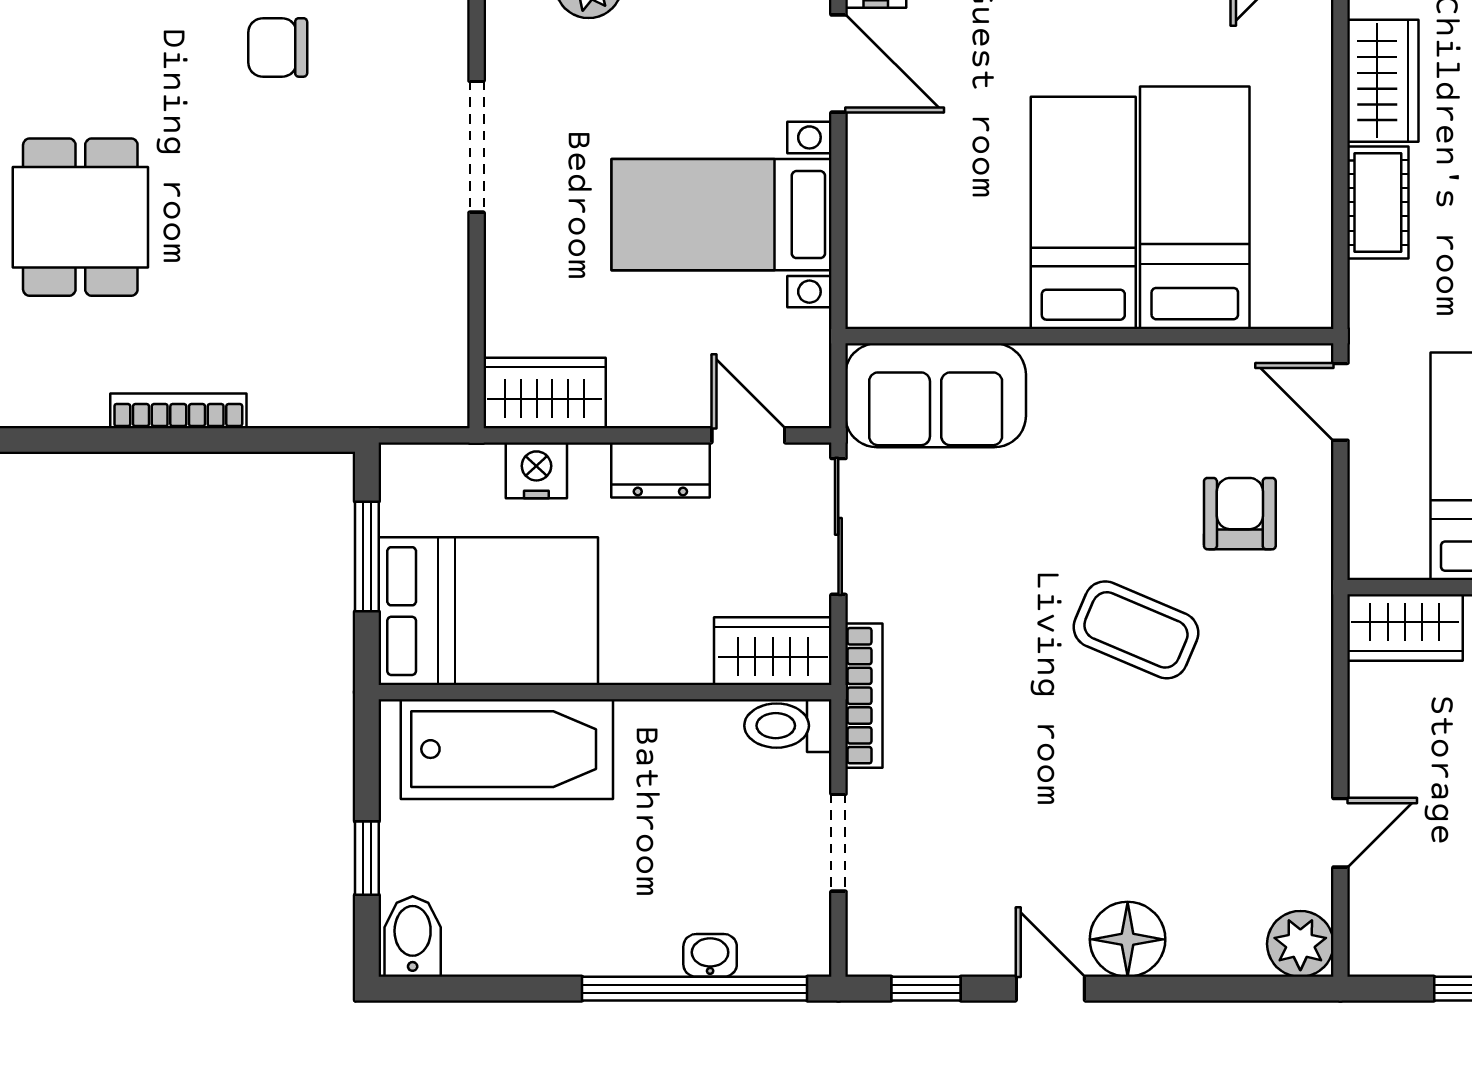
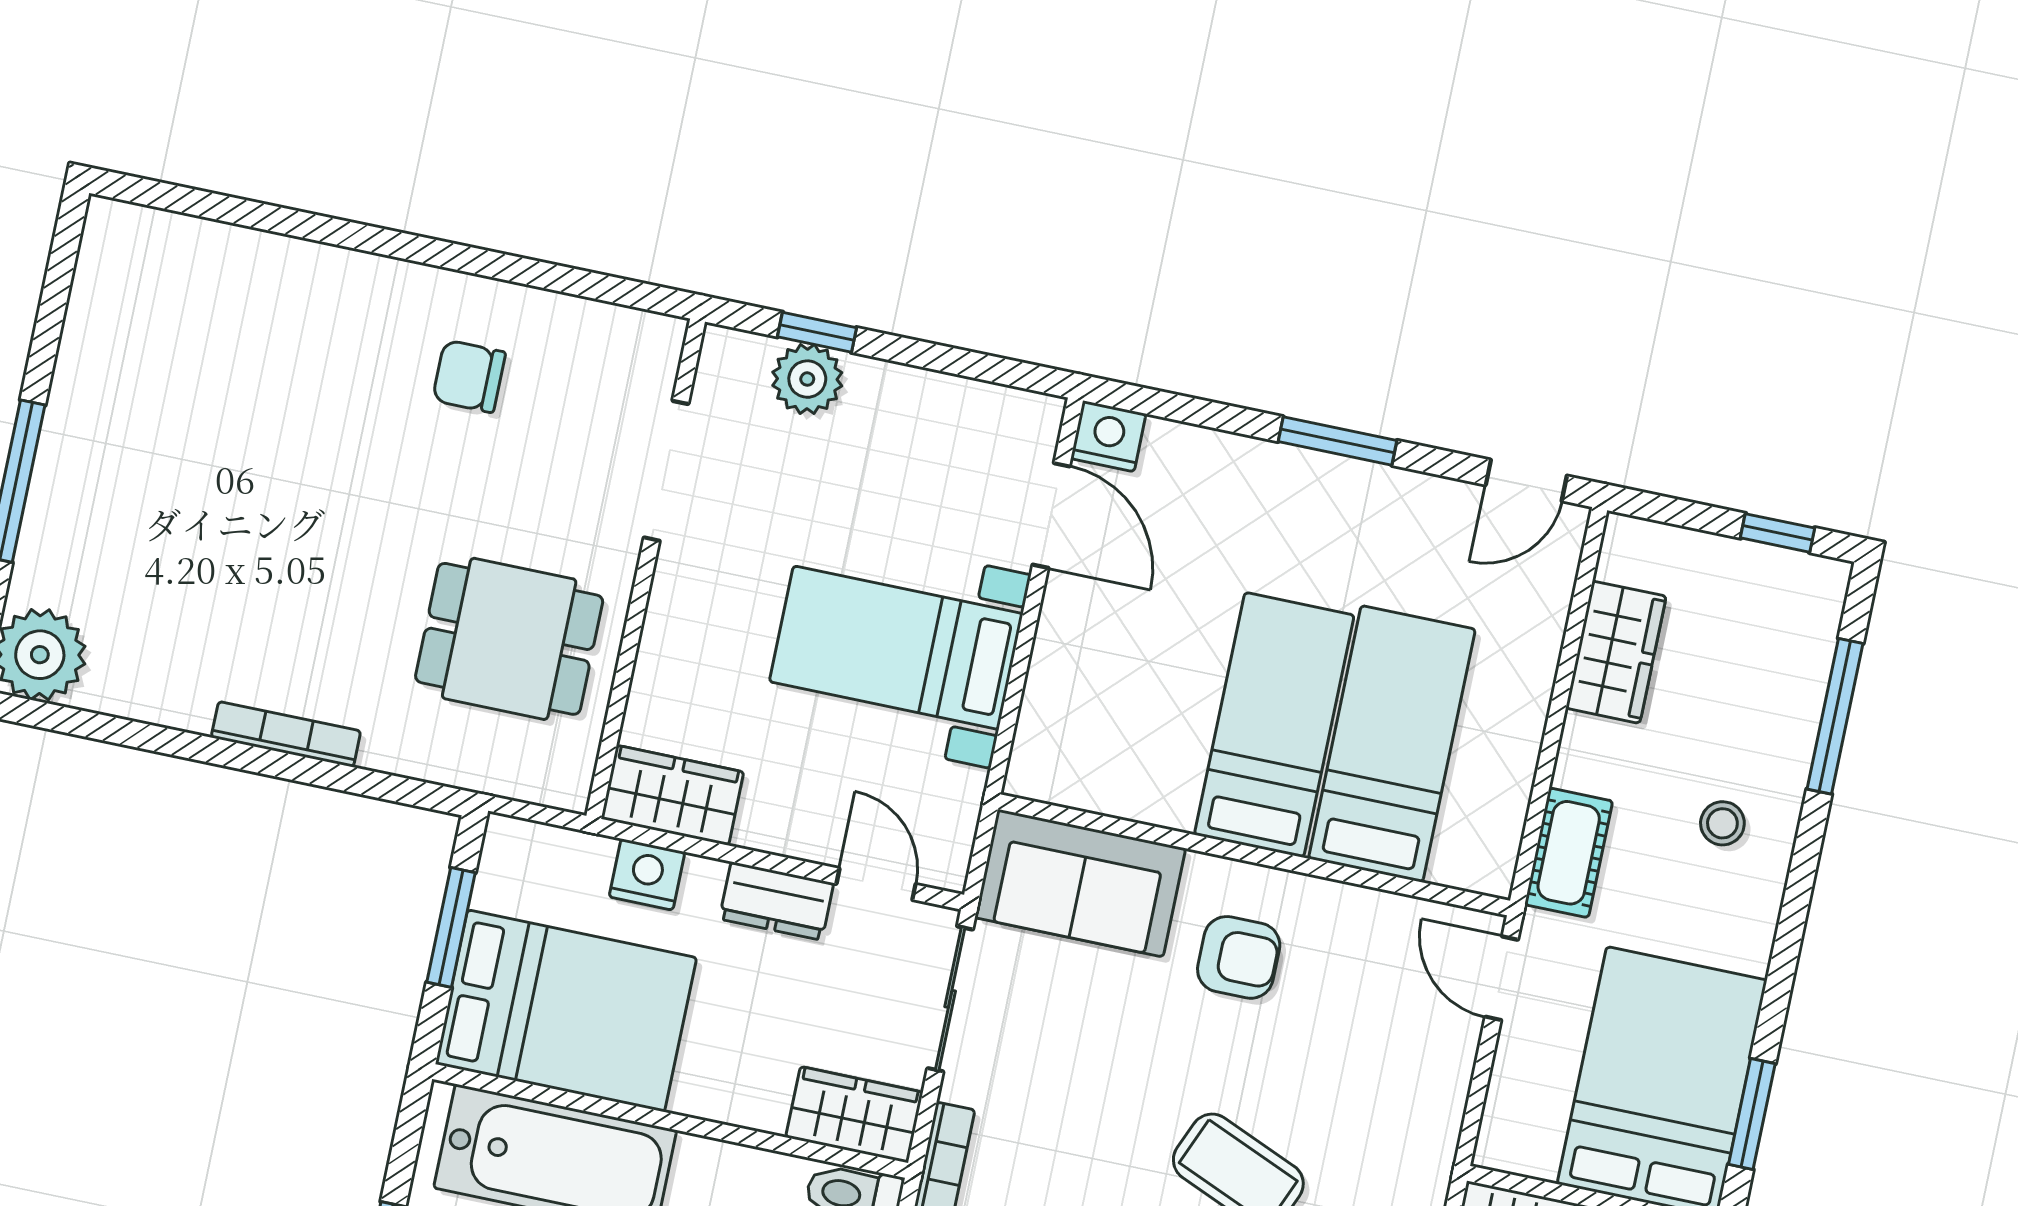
doorway: (477, 147) -> (666, 471), moved
cot: (1378, 202) -> (1569, 853), moved
dining table: (80, 217) -> (509, 639), moved, turned 90
armchair: (1240, 514) -> (1239, 957), moved, turned 90

